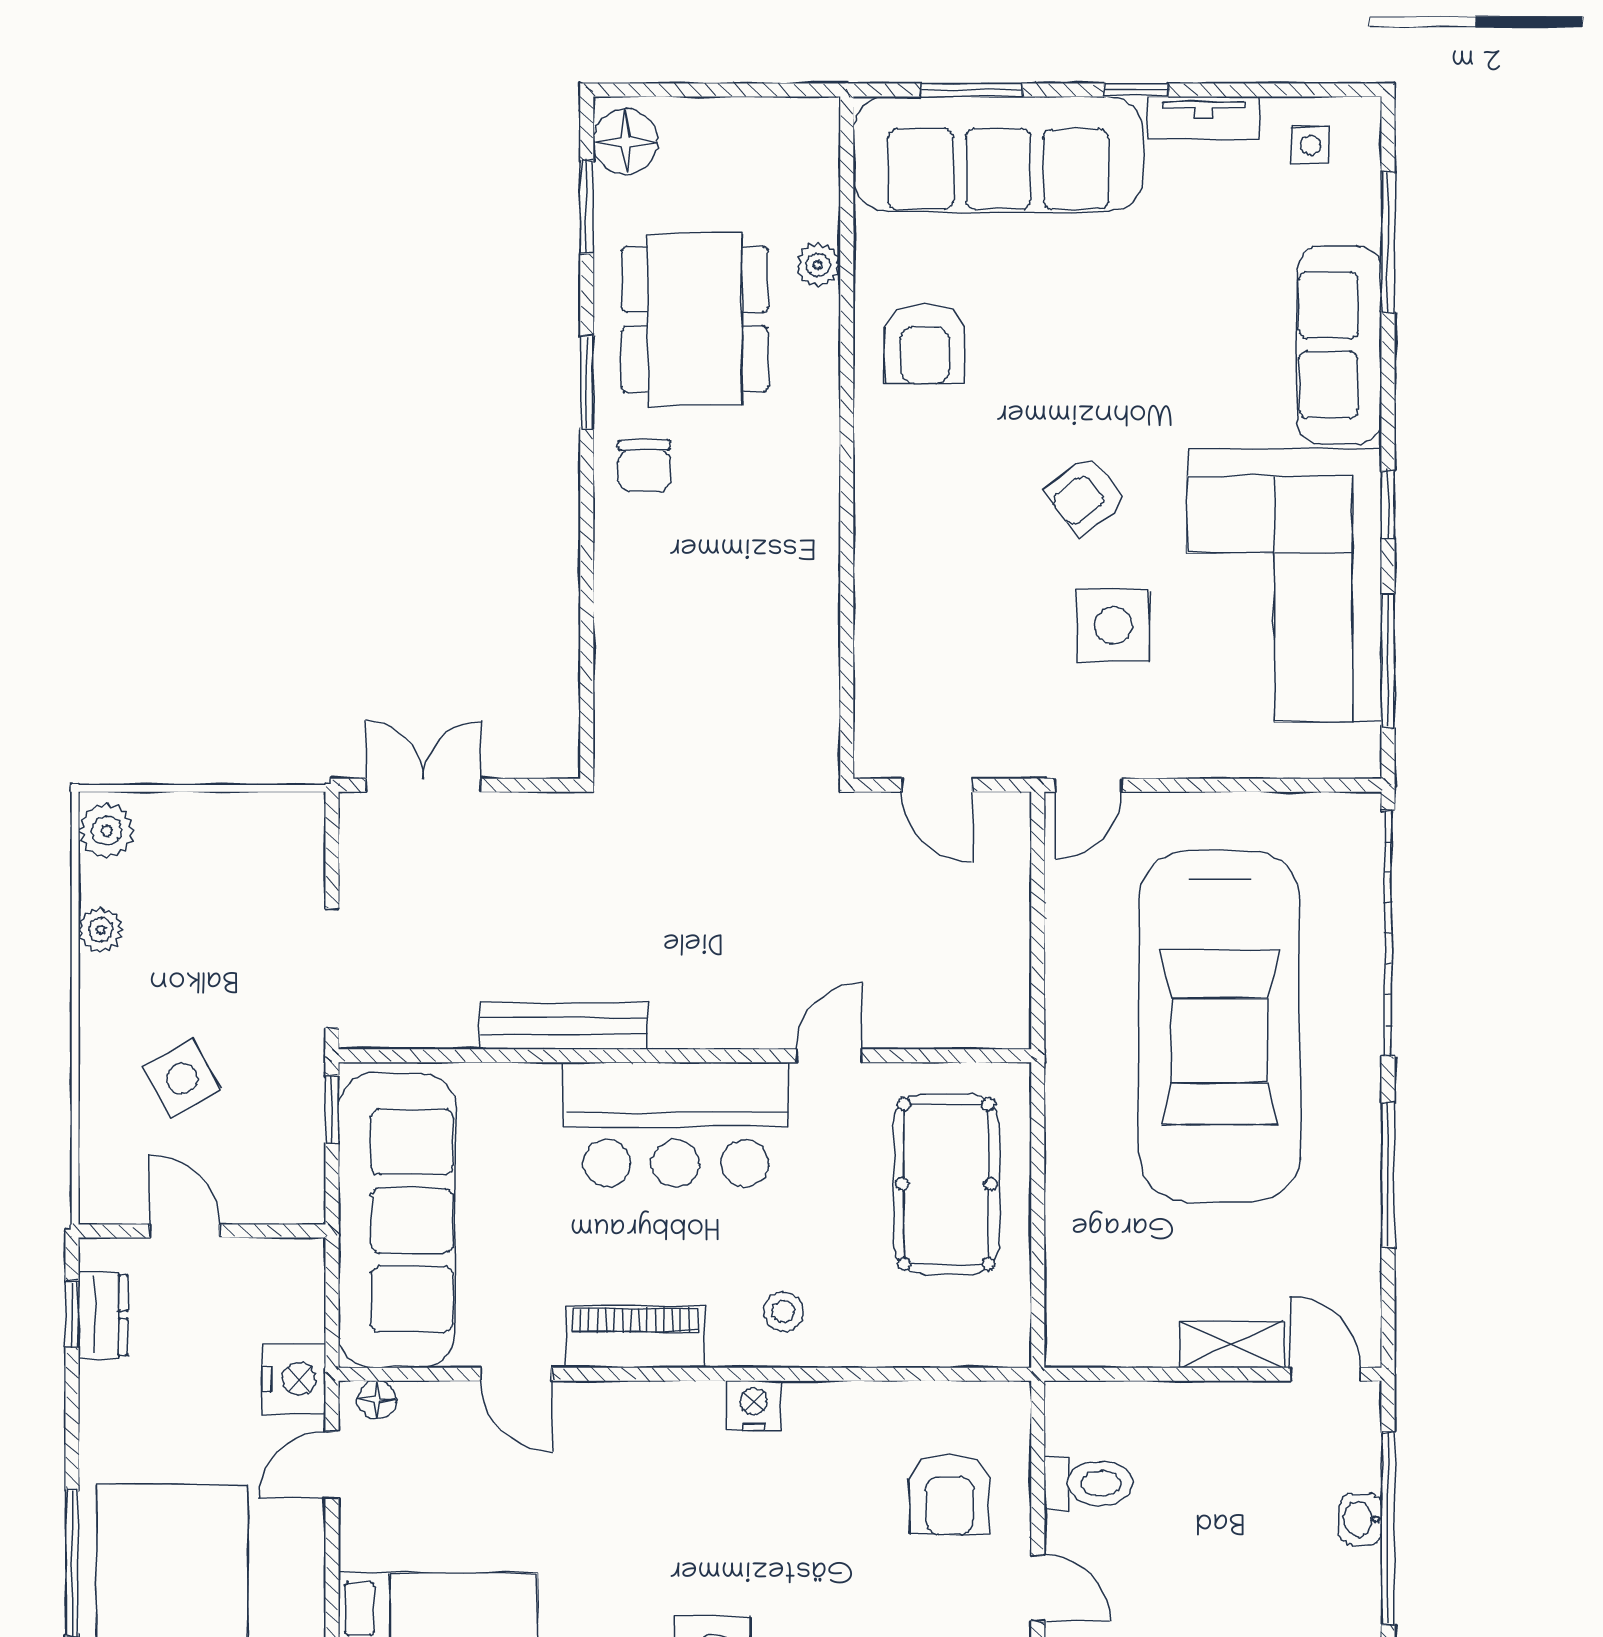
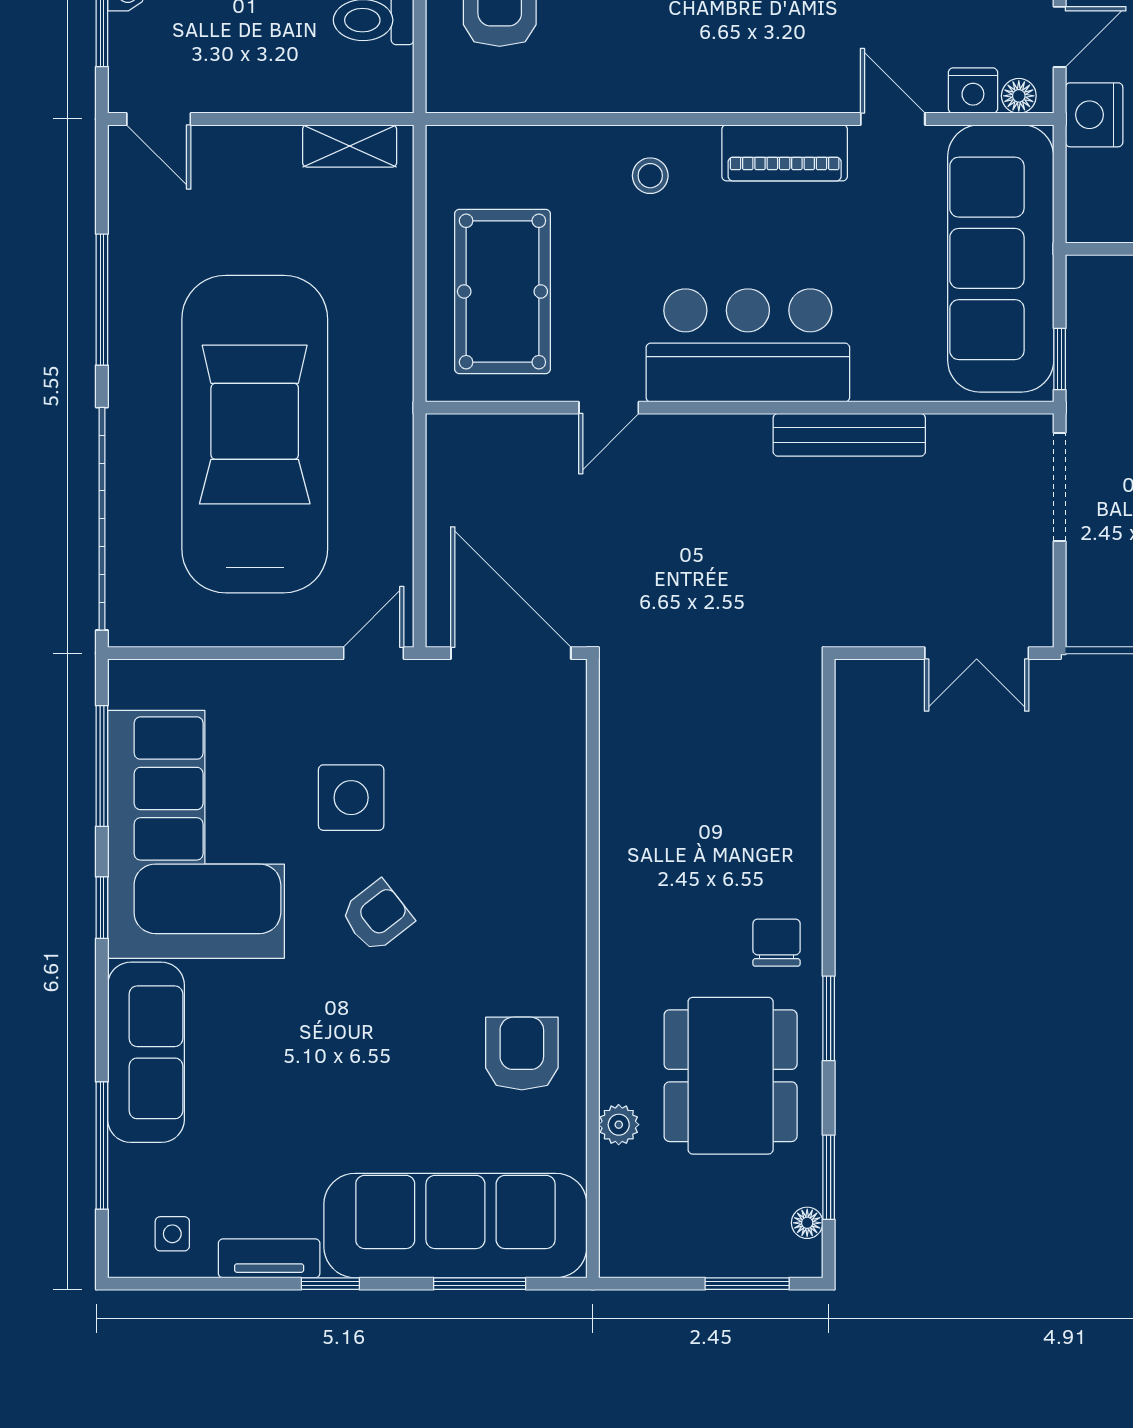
window: (676, 90) -> (747, 1284), added
floor lamp: (626, 142) -> (807, 1223), width x0.53, depth x0.53
door: (937, 785) -> (511, 653), width x1.87
shelving: (1231, 1344) -> (350, 146), moved
nightstand: (754, 1406) -> (973, 91), moved

